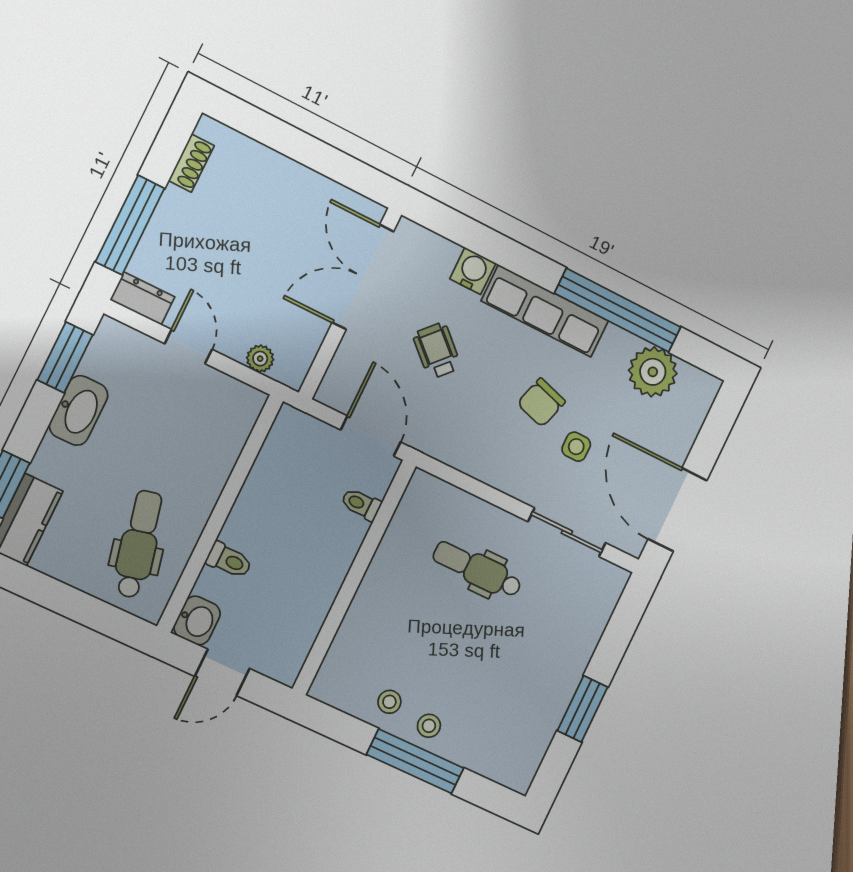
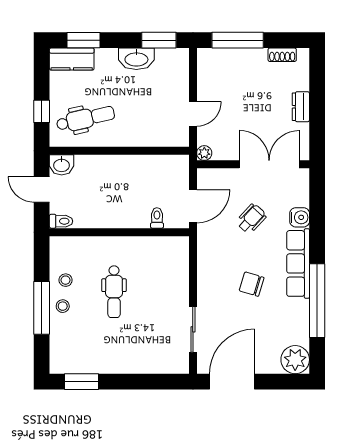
dresser: (142, 298) -> (301, 107), moved, turned 180
door: (188, 347) -> (193, 114), moved
plant: (260, 359) -> (204, 153), moved
plant: (653, 372) -> (295, 360), moved
side table: (576, 447) -> (238, 313), removed
toilet: (229, 560) -> (61, 221), moved, turned -90
dental chair: (477, 569) -> (114, 292), moved, turned 180
window: (91, 612) -> (42, 111), added
window: (582, 709) -> (81, 382), moved

